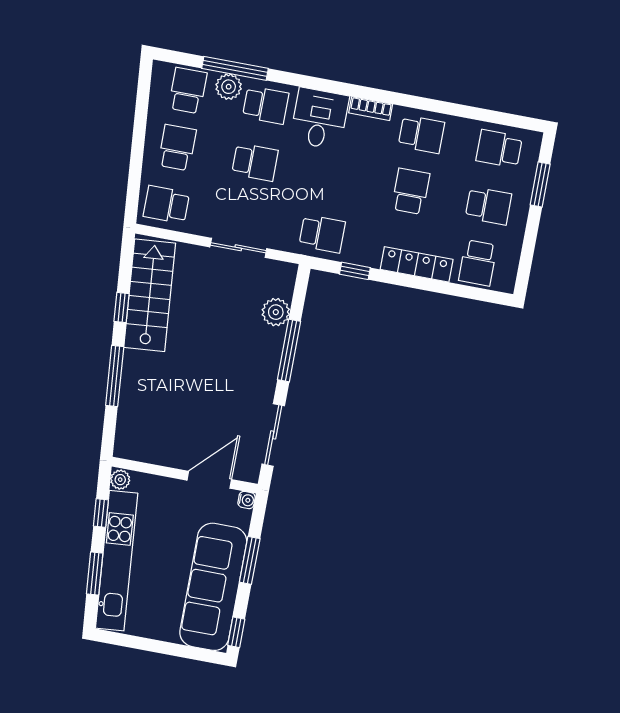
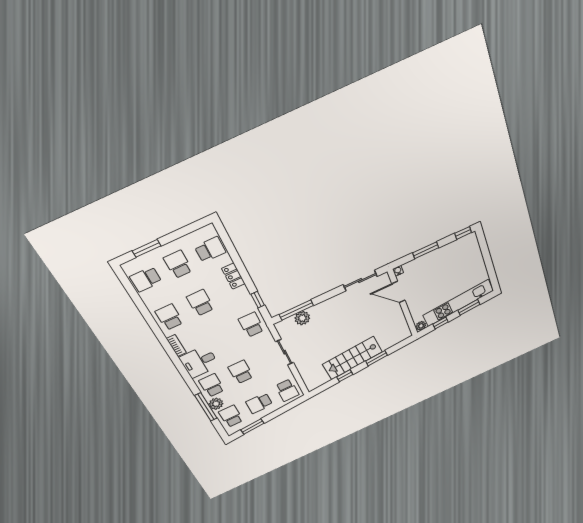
school desk: (188, 91) -> (231, 416), turned 90
window: (142, 107) -> (252, 427), added
school desk: (499, 149) -> (146, 279), turned 90
school desk: (411, 191) -> (200, 303), turned 90
locker: (417, 264) -> (233, 276), width x0.66
stairs: (150, 295) -> (352, 358), moved
window: (289, 350) -> (296, 310), moved
window: (115, 376) -> (377, 358), width x0.69
sofa: (213, 587) -> (447, 257), removed

